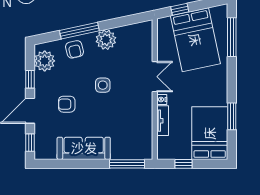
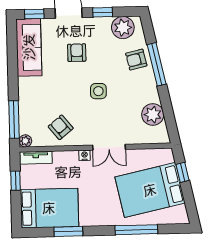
window: (232, 37) -> (136, 230), moved
plant: (106, 40) -> (153, 115), moved
armchair: (135, 121) -> (61, 127), added
tv unit: (163, 121) -> (36, 158), moved
sofa: (84, 148) -> (29, 47), moved
plant: (147, 154) -> (25, 141), added

